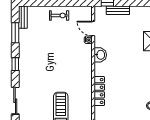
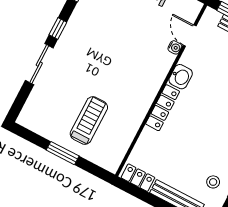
locker: (99, 91) -> (163, 108), moved
sliding door: (15, 101) -> (39, 64), moved

